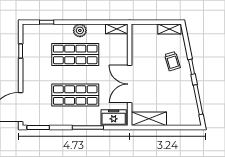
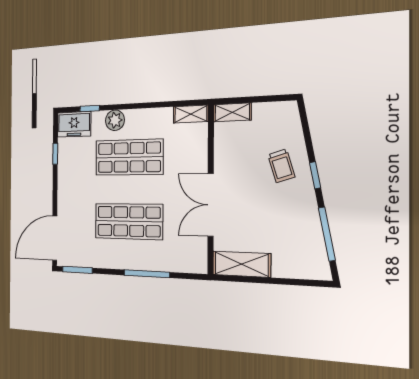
shelving: (169, 29) -> (232, 112), moved
plant: (80, 30) -> (115, 120), moved
freezer: (114, 118) -> (74, 124), moved, turned 180

